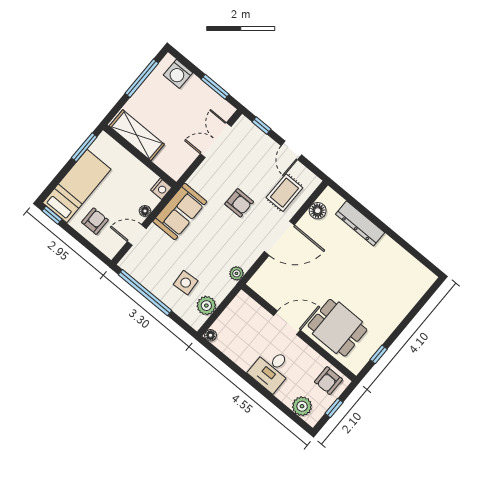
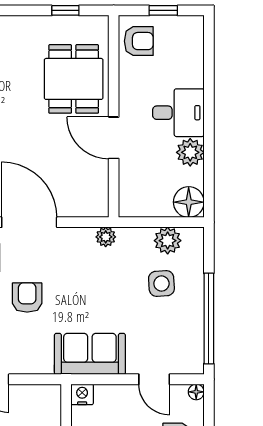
floor lamp: (145, 211) -> (196, 392), moved
floor lamp: (210, 335) -> (189, 202), width x1.89, depth x1.89
plant: (302, 406) -> (190, 152), moved

